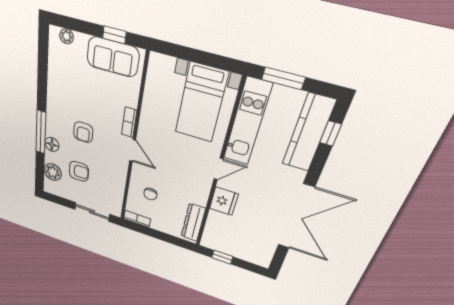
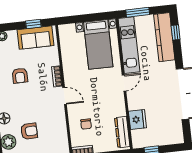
armchair: (83, 132) -> (20, 76), moved
fridge: (224, 201) -> (137, 119), moved

